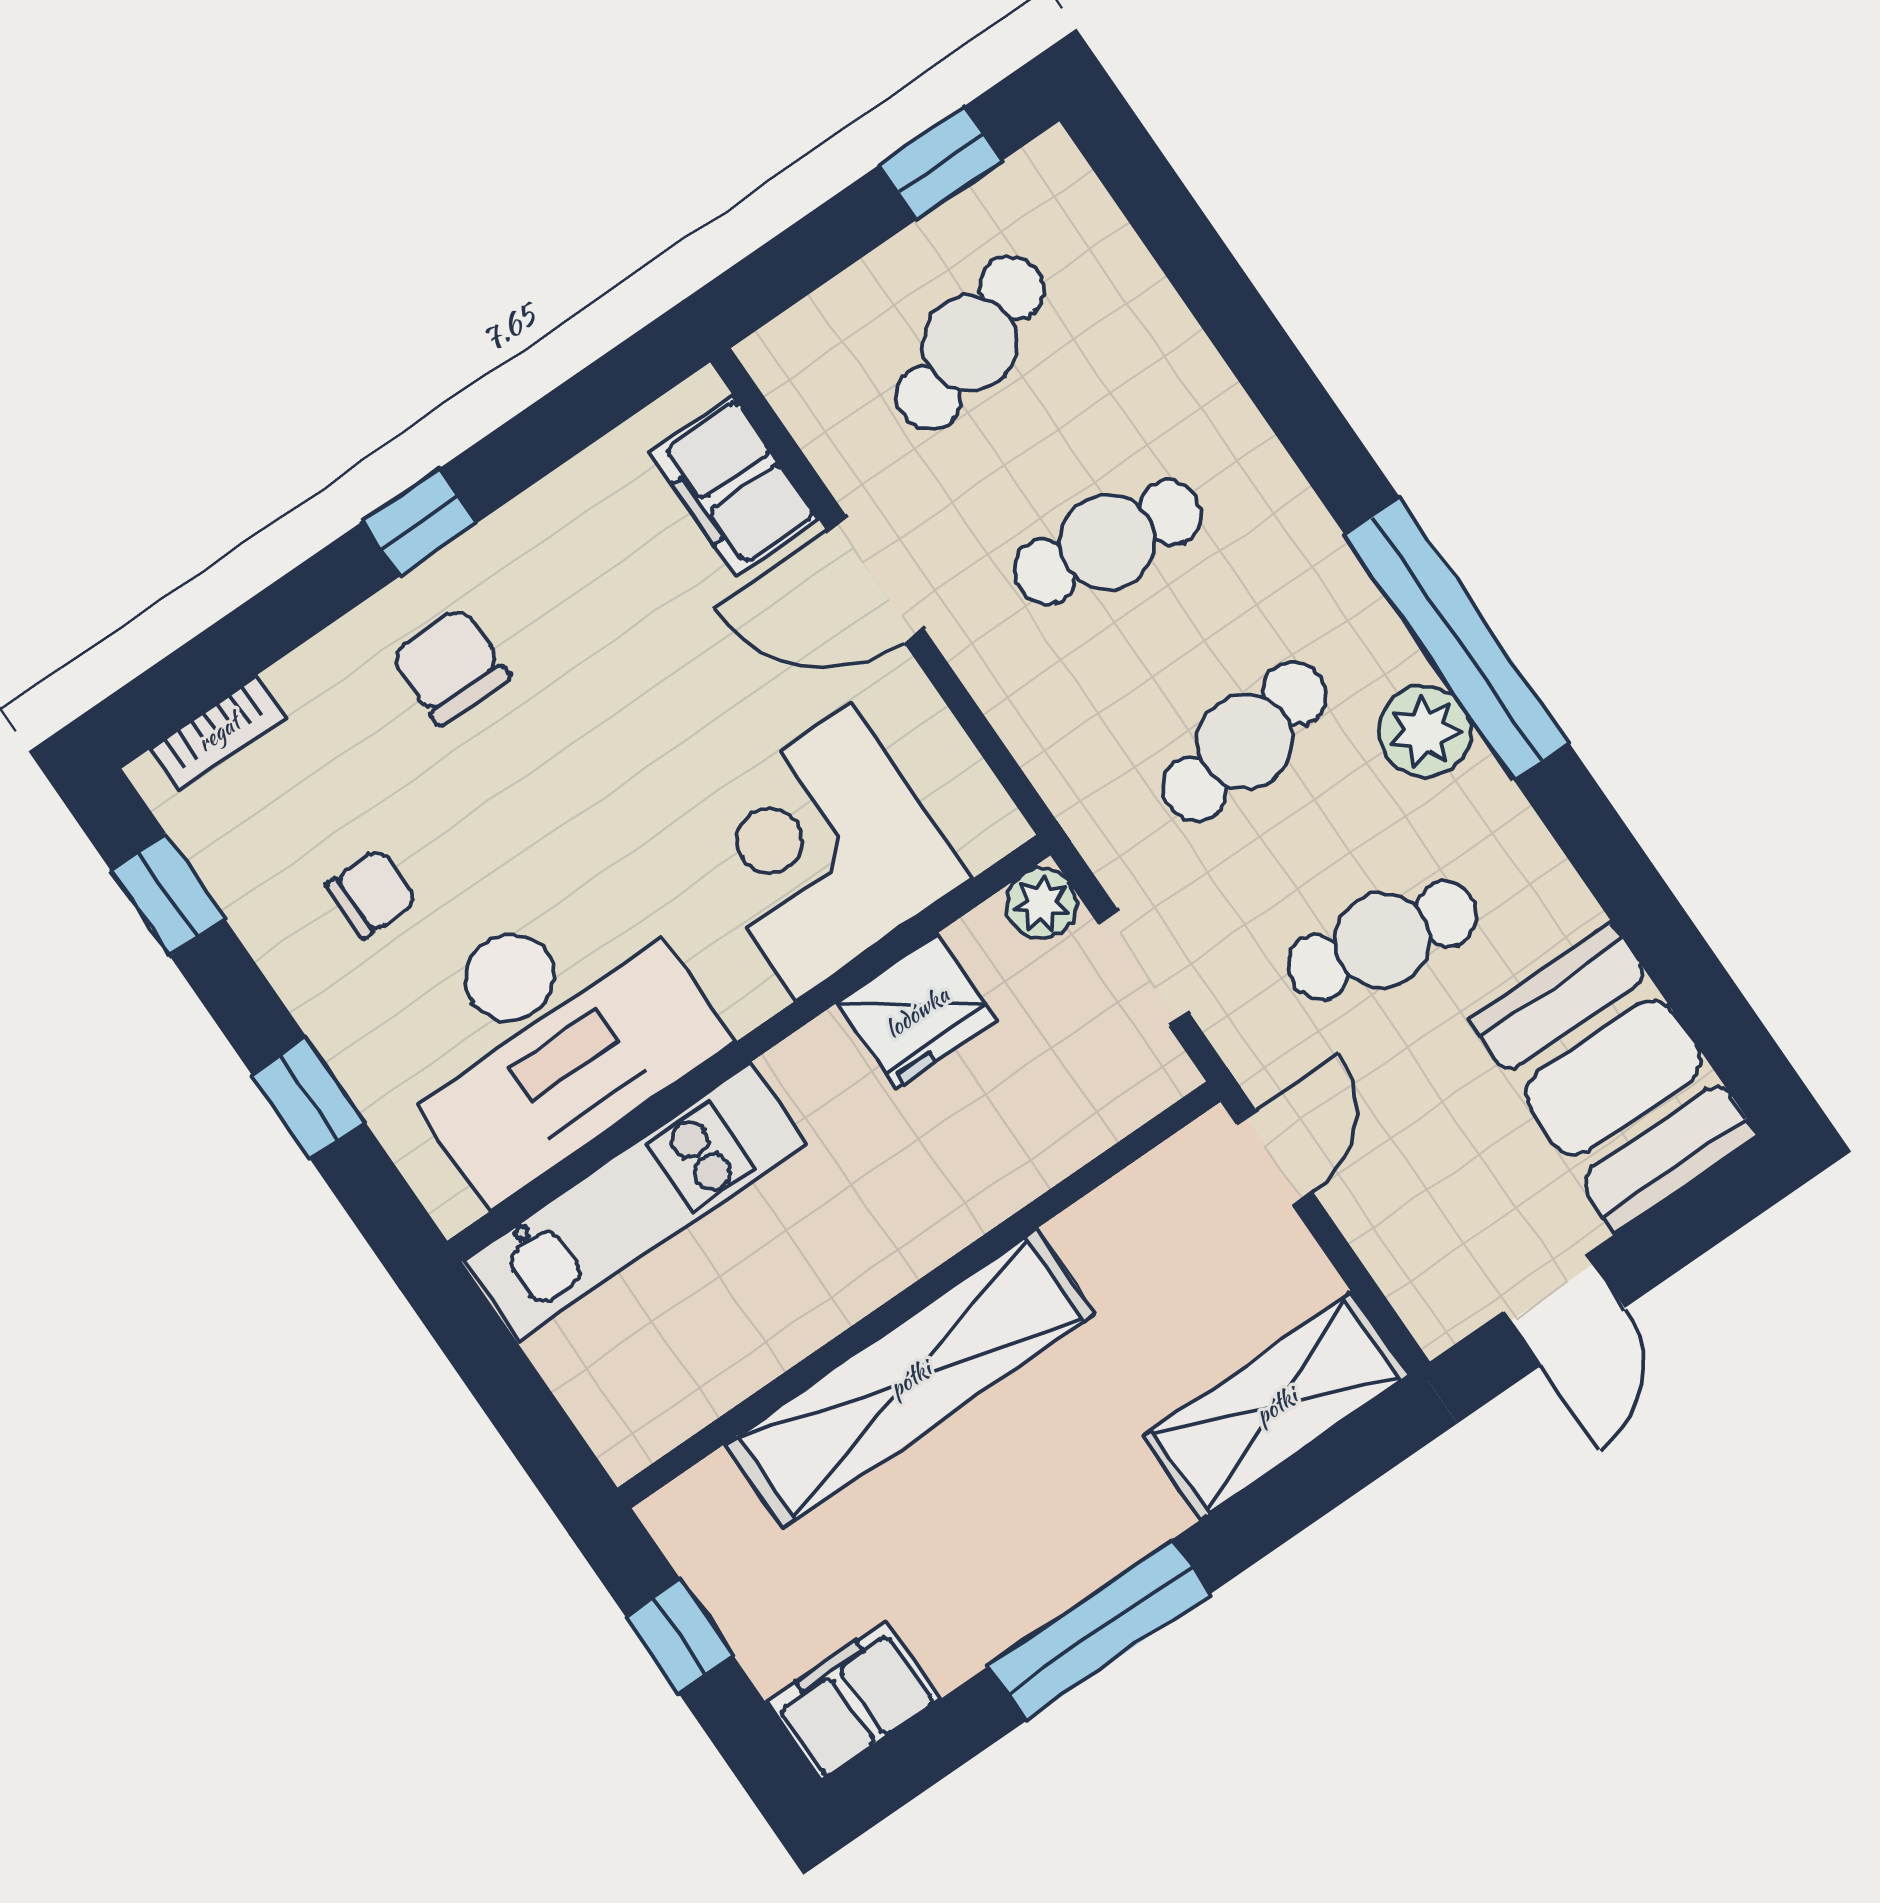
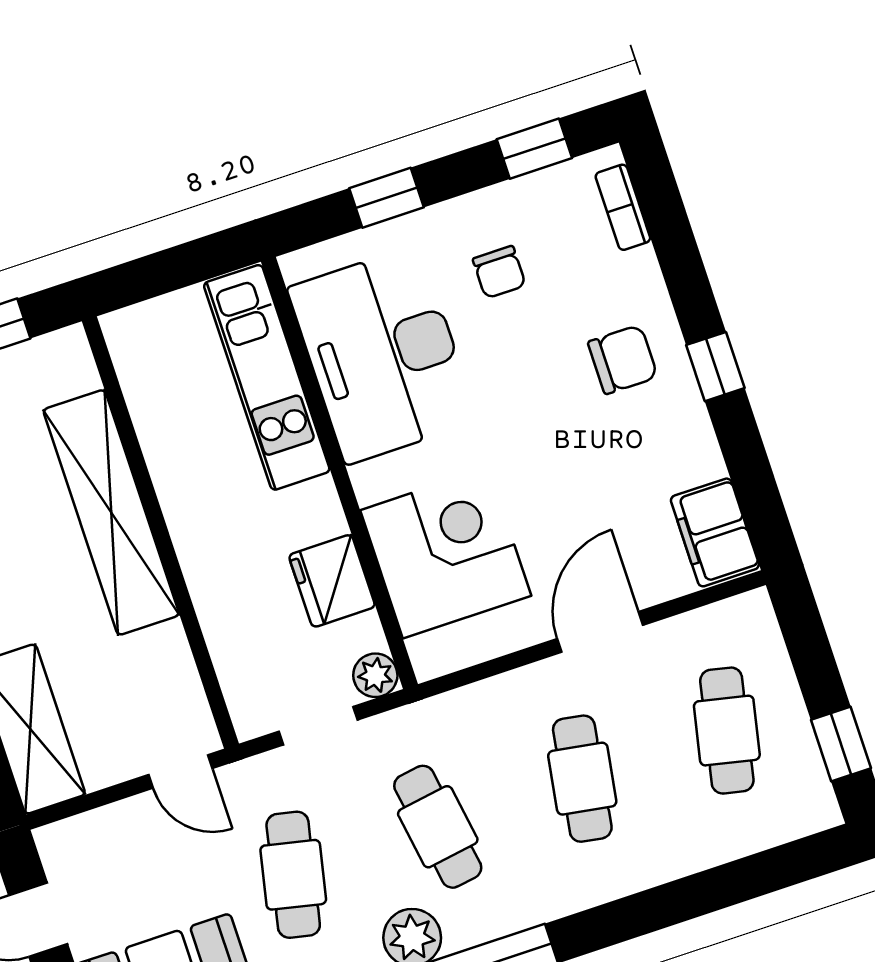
cafe table: (970, 343) -> (727, 731), turned 30
filing cabinet: (734, 486) -> (715, 532), moved, turned -90

